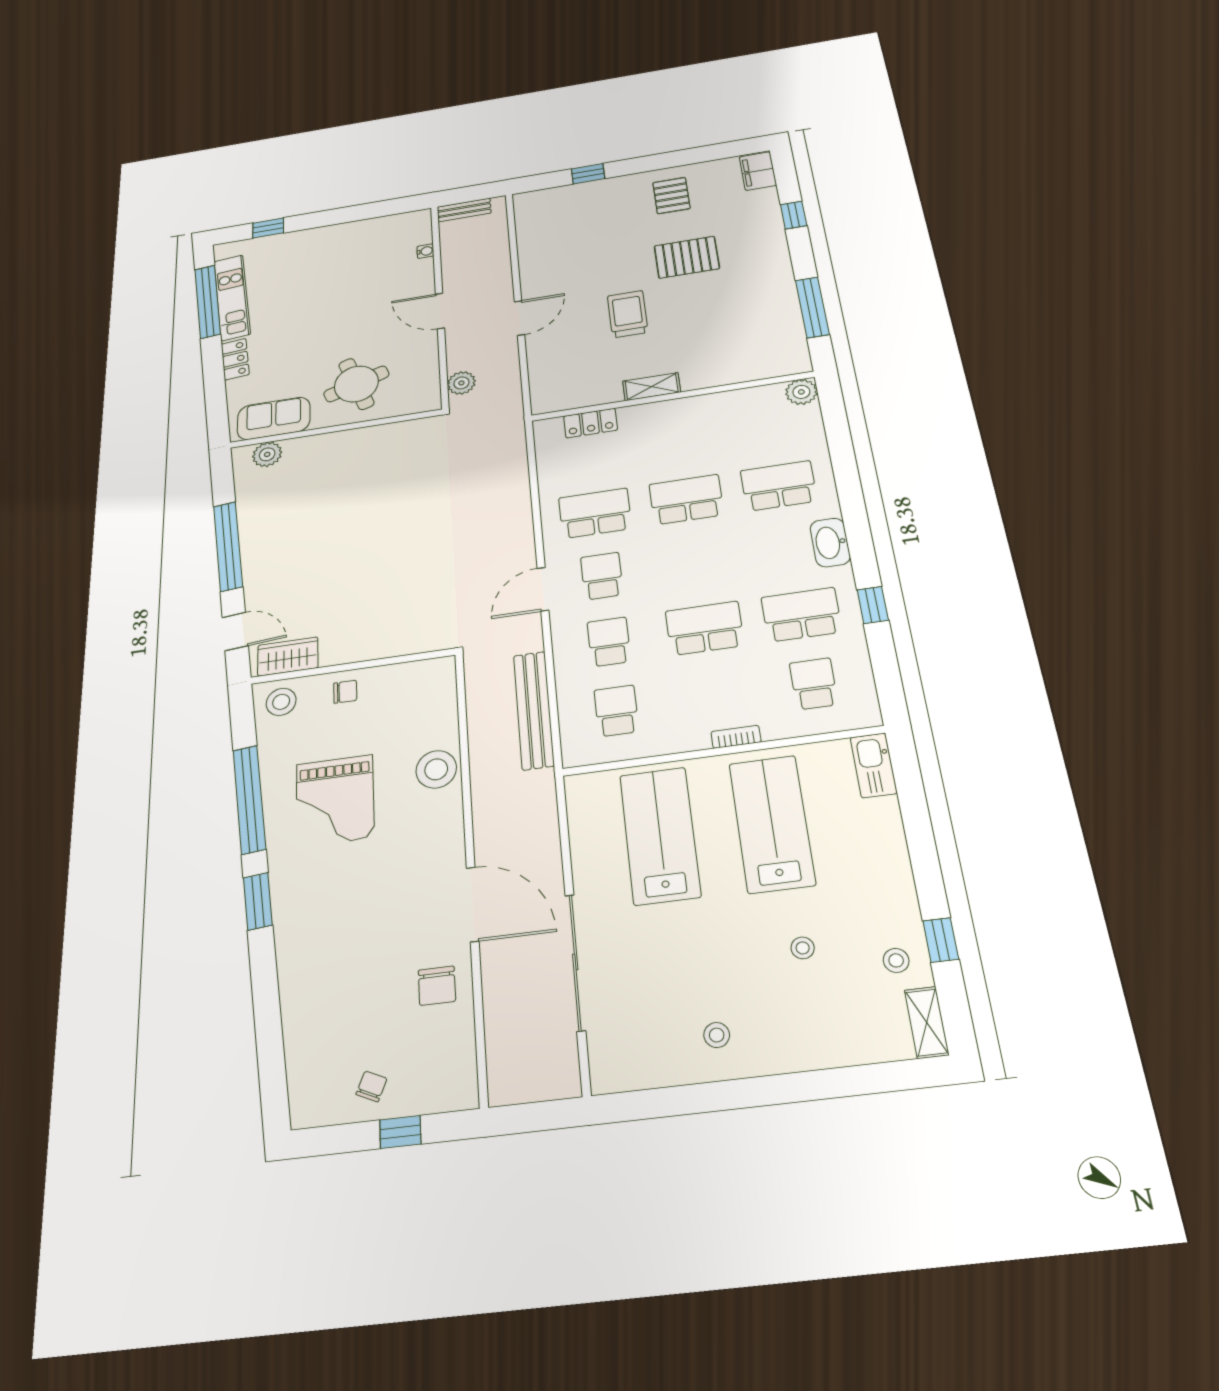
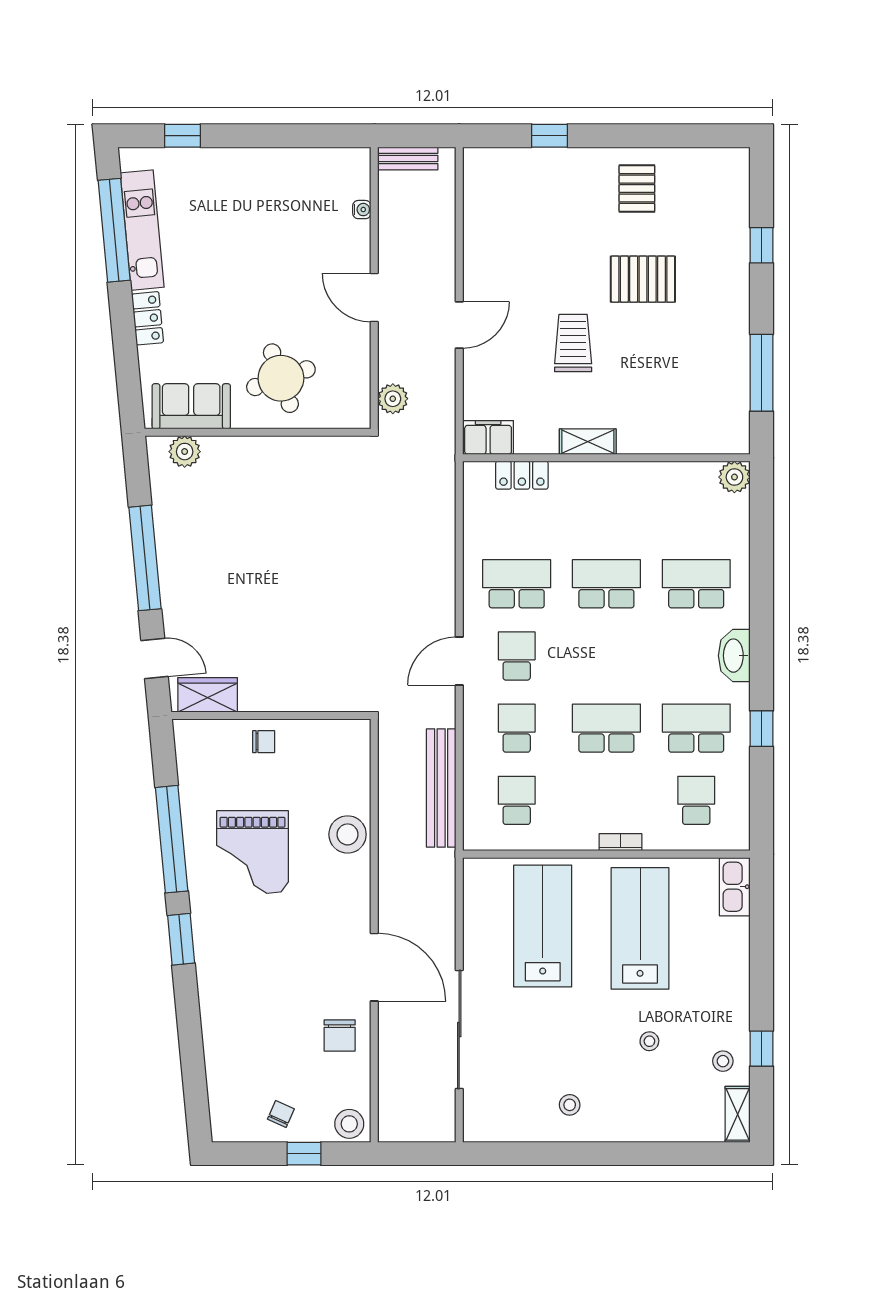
filing cabinet: (758, 171) -> (488, 437), moved, turned 90
stool: (281, 702) -> (349, 1124), moved

